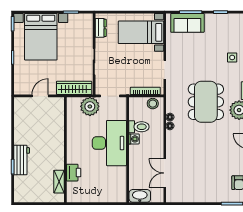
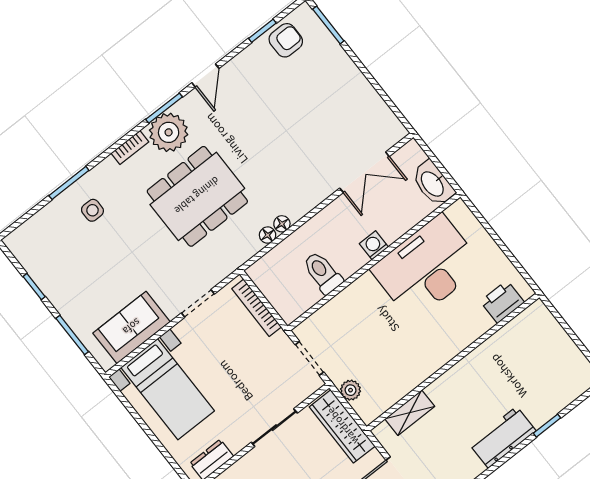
sofa: (187, 23) -> (132, 327), moved, turned -90
stool: (153, 104) -> (268, 280), removed
plant: (90, 106) -> (351, 390), width x0.53, depth x0.53
washing machine: (134, 139) -> (374, 245), moved
desk: (109, 143) -> (427, 268), moved
workbench: (22, 160) -> (503, 437), moved
printer: (74, 173) -> (502, 302), moved
shelving: (59, 182) -> (410, 413), moved

